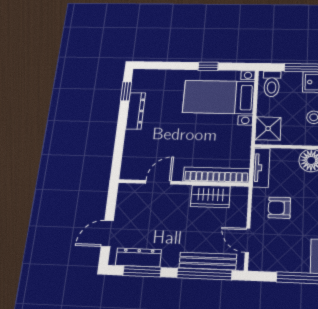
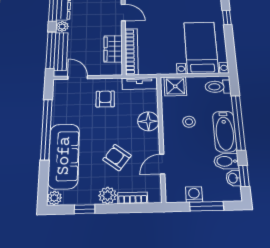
window: (208, 66) -> (227, 17), moved
door: (248, 240) -> (78, 78), hinge flipped
plant: (170, 259) -> (62, 26), added

